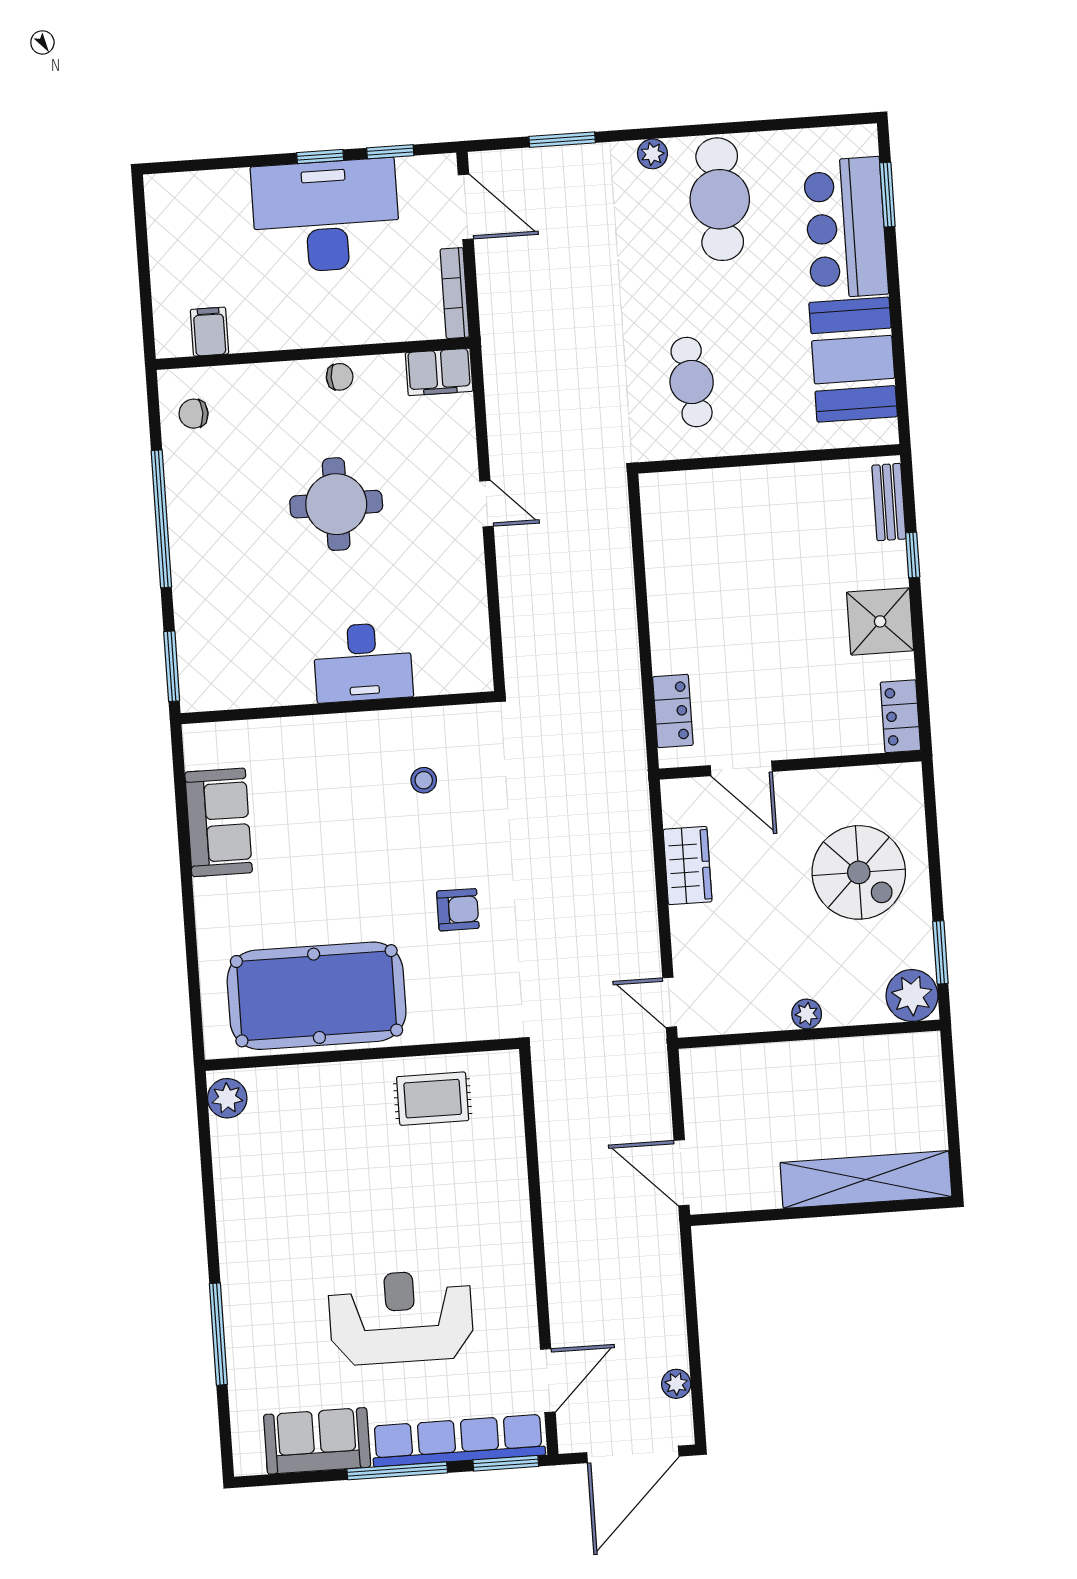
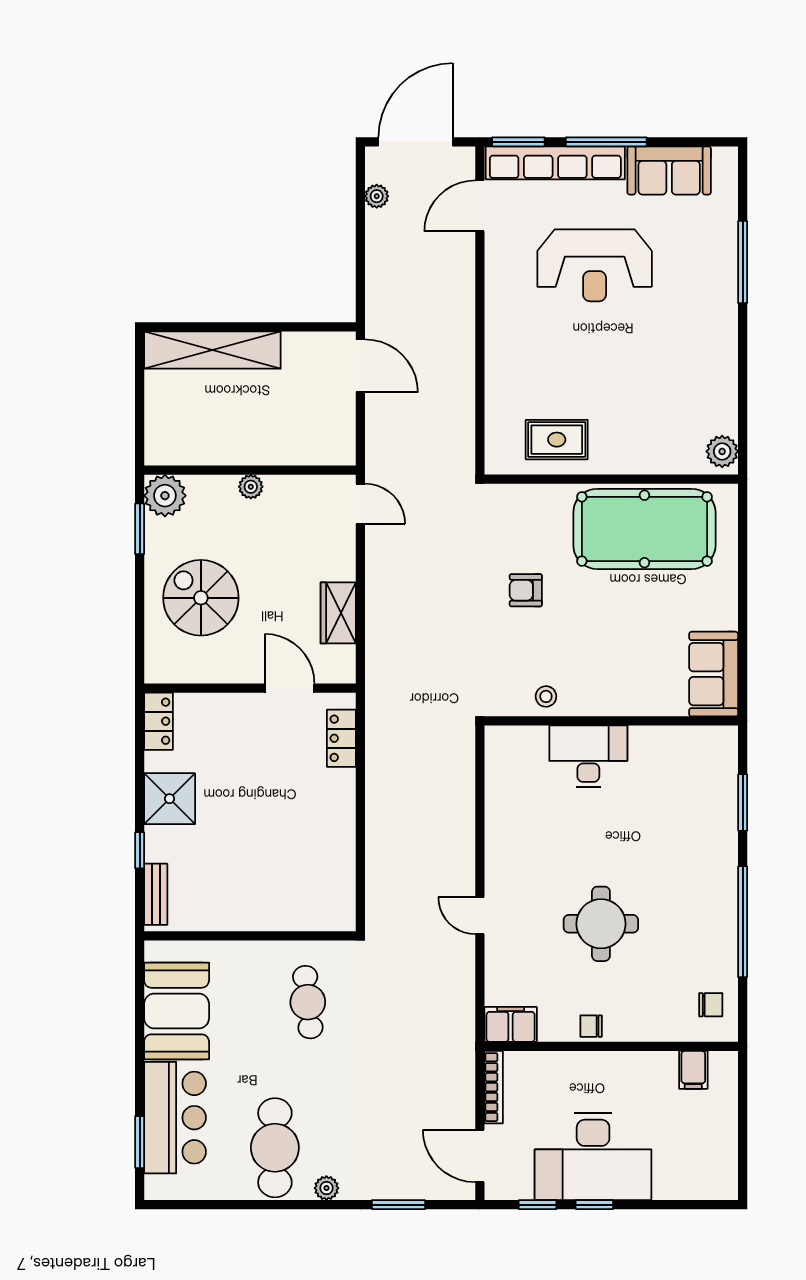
desk: (363, 662) -> (588, 756), moved
wall: (338, 708) -> (611, 721), moved

